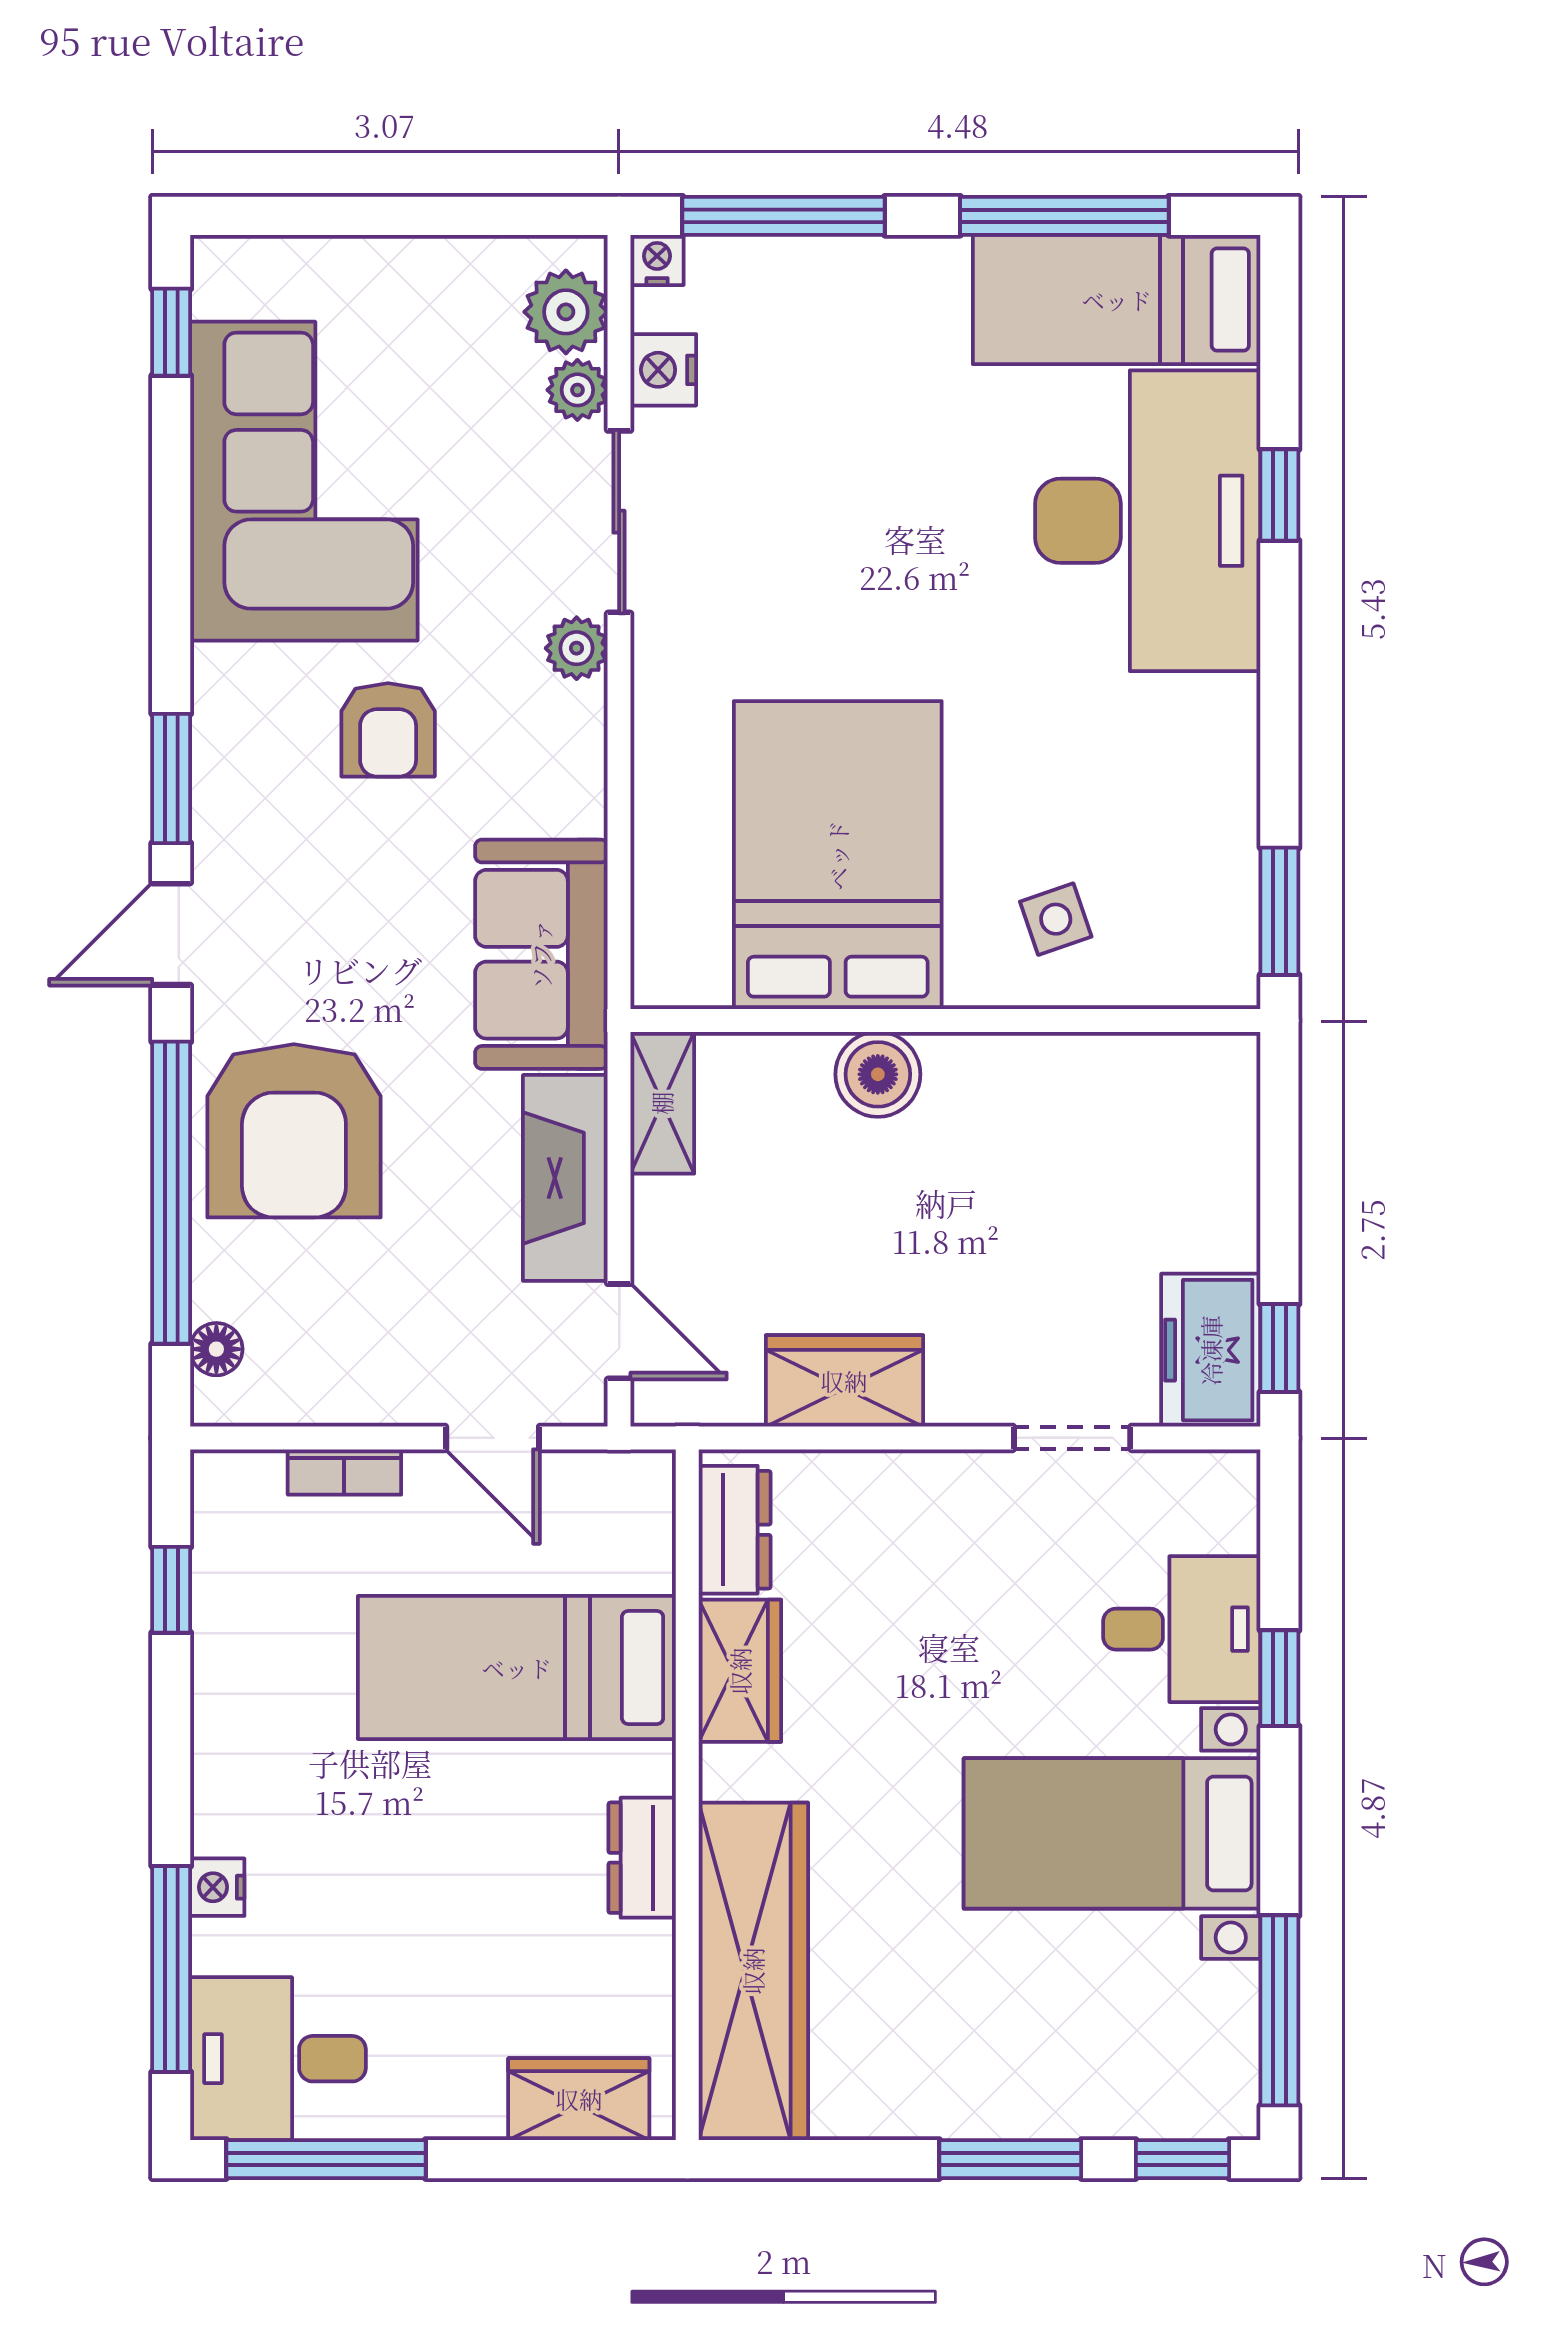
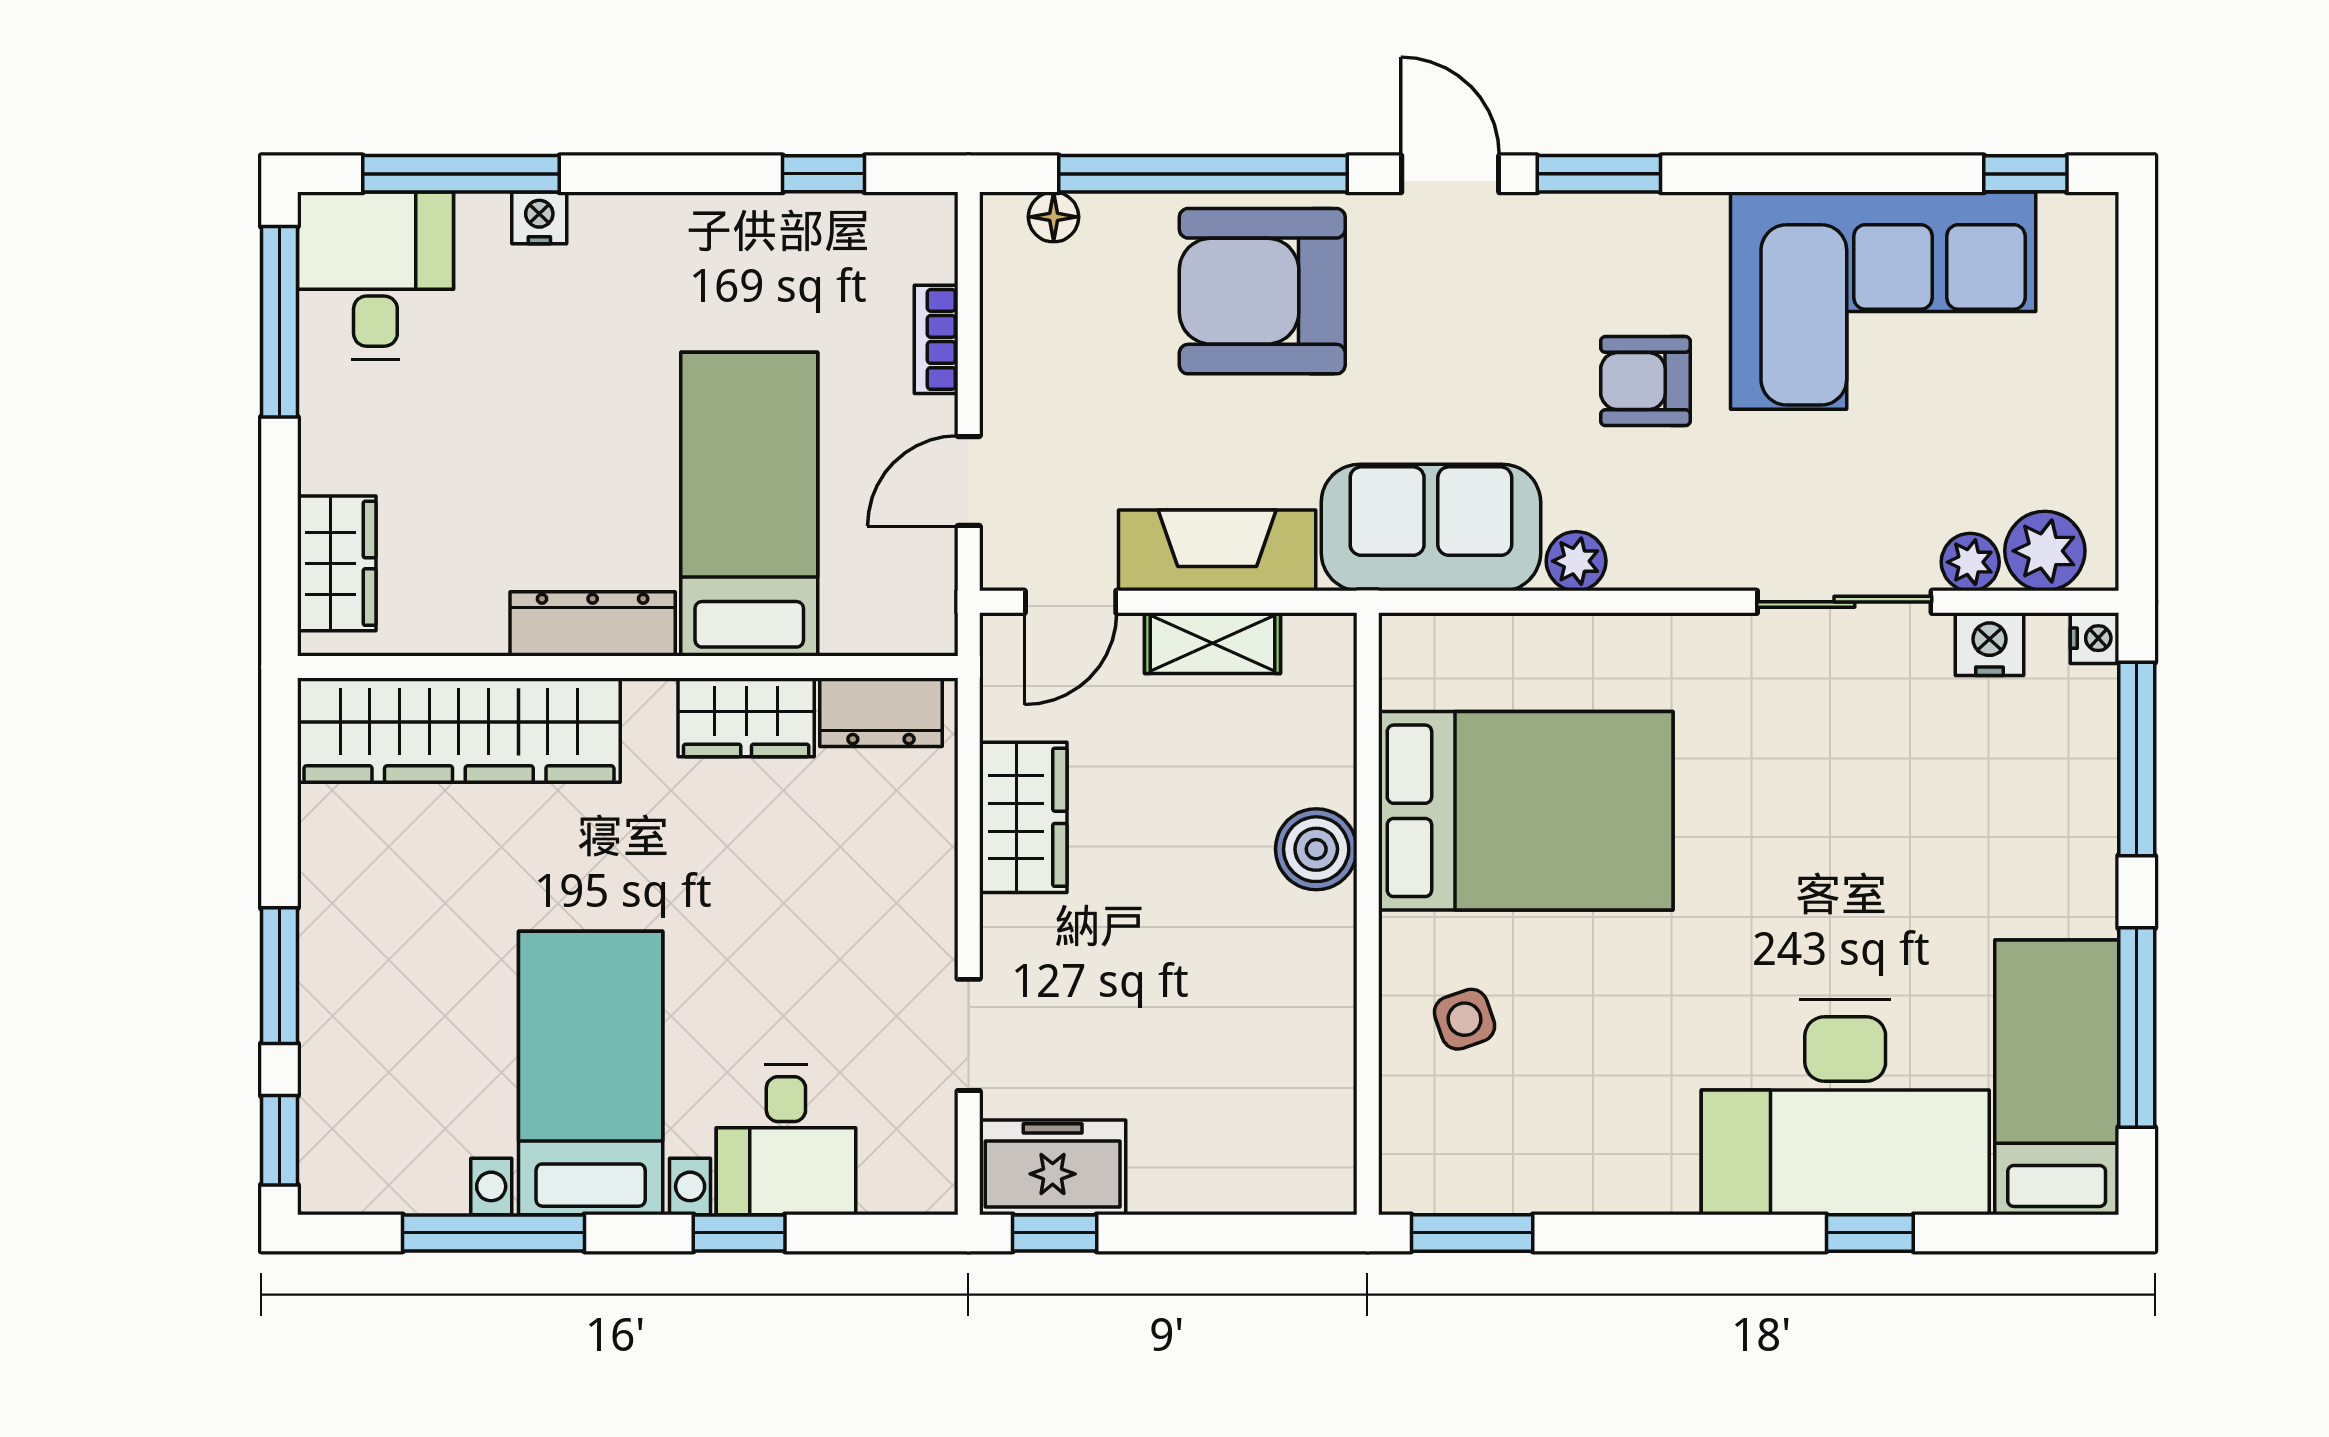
plant: (577, 648) -> (1576, 561), moved
shelving: (662, 1103) -> (1212, 643), moved
dresser: (642, 1858) -> (593, 624), width x1.44
window: (1279, 2010) -> (493, 1233), moved

